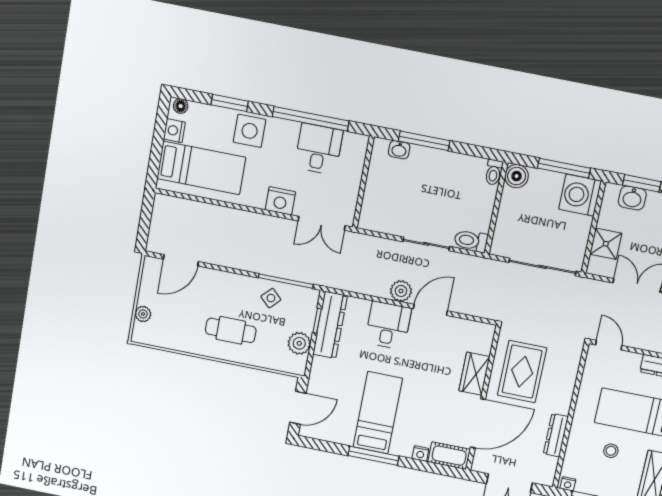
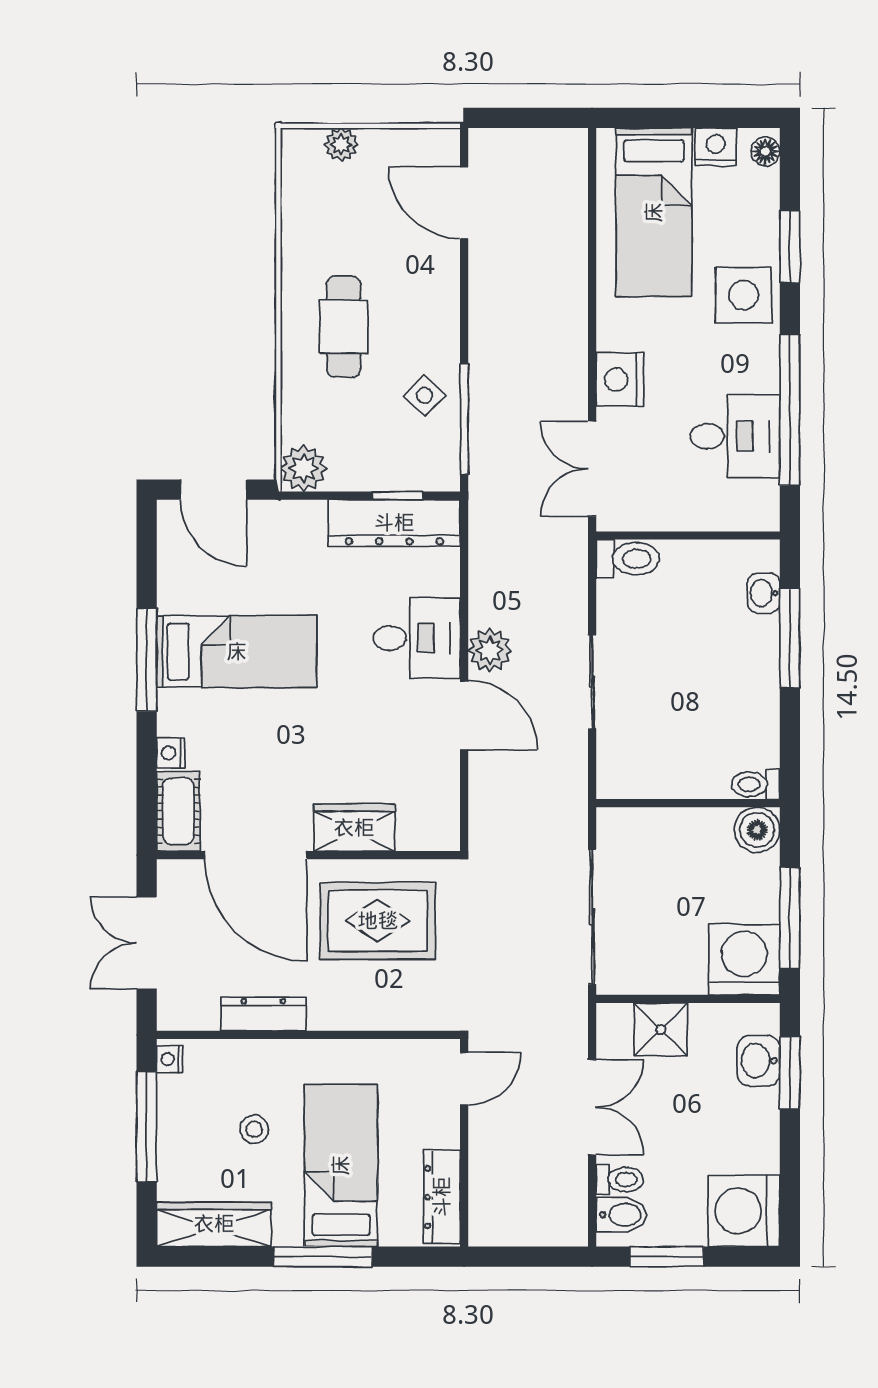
toilet: (471, 241) -> (628, 559), moved, turned 90
plant: (299, 343) -> (304, 468), moved

